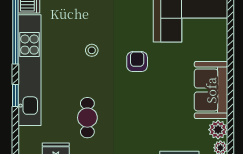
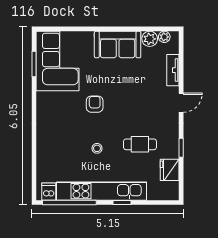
stool: (92, 50) -> (97, 148), moved
armchair: (137, 62) -> (95, 104), turned 90

